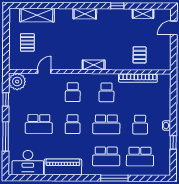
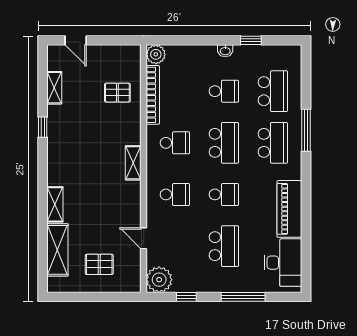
shelving: (85, 14) -> (55, 204), moved
plant: (164, 80) -> (156, 54), added

